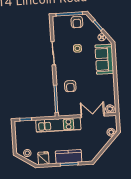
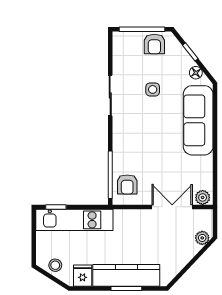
sofa: (104, 59) -> (198, 120), width x1.36
armchair: (70, 86) -> (127, 184), moved
kitchen unit: (58, 125) -> (74, 220), moved
kitchen counter: (69, 156) -> (126, 275), width x1.50

